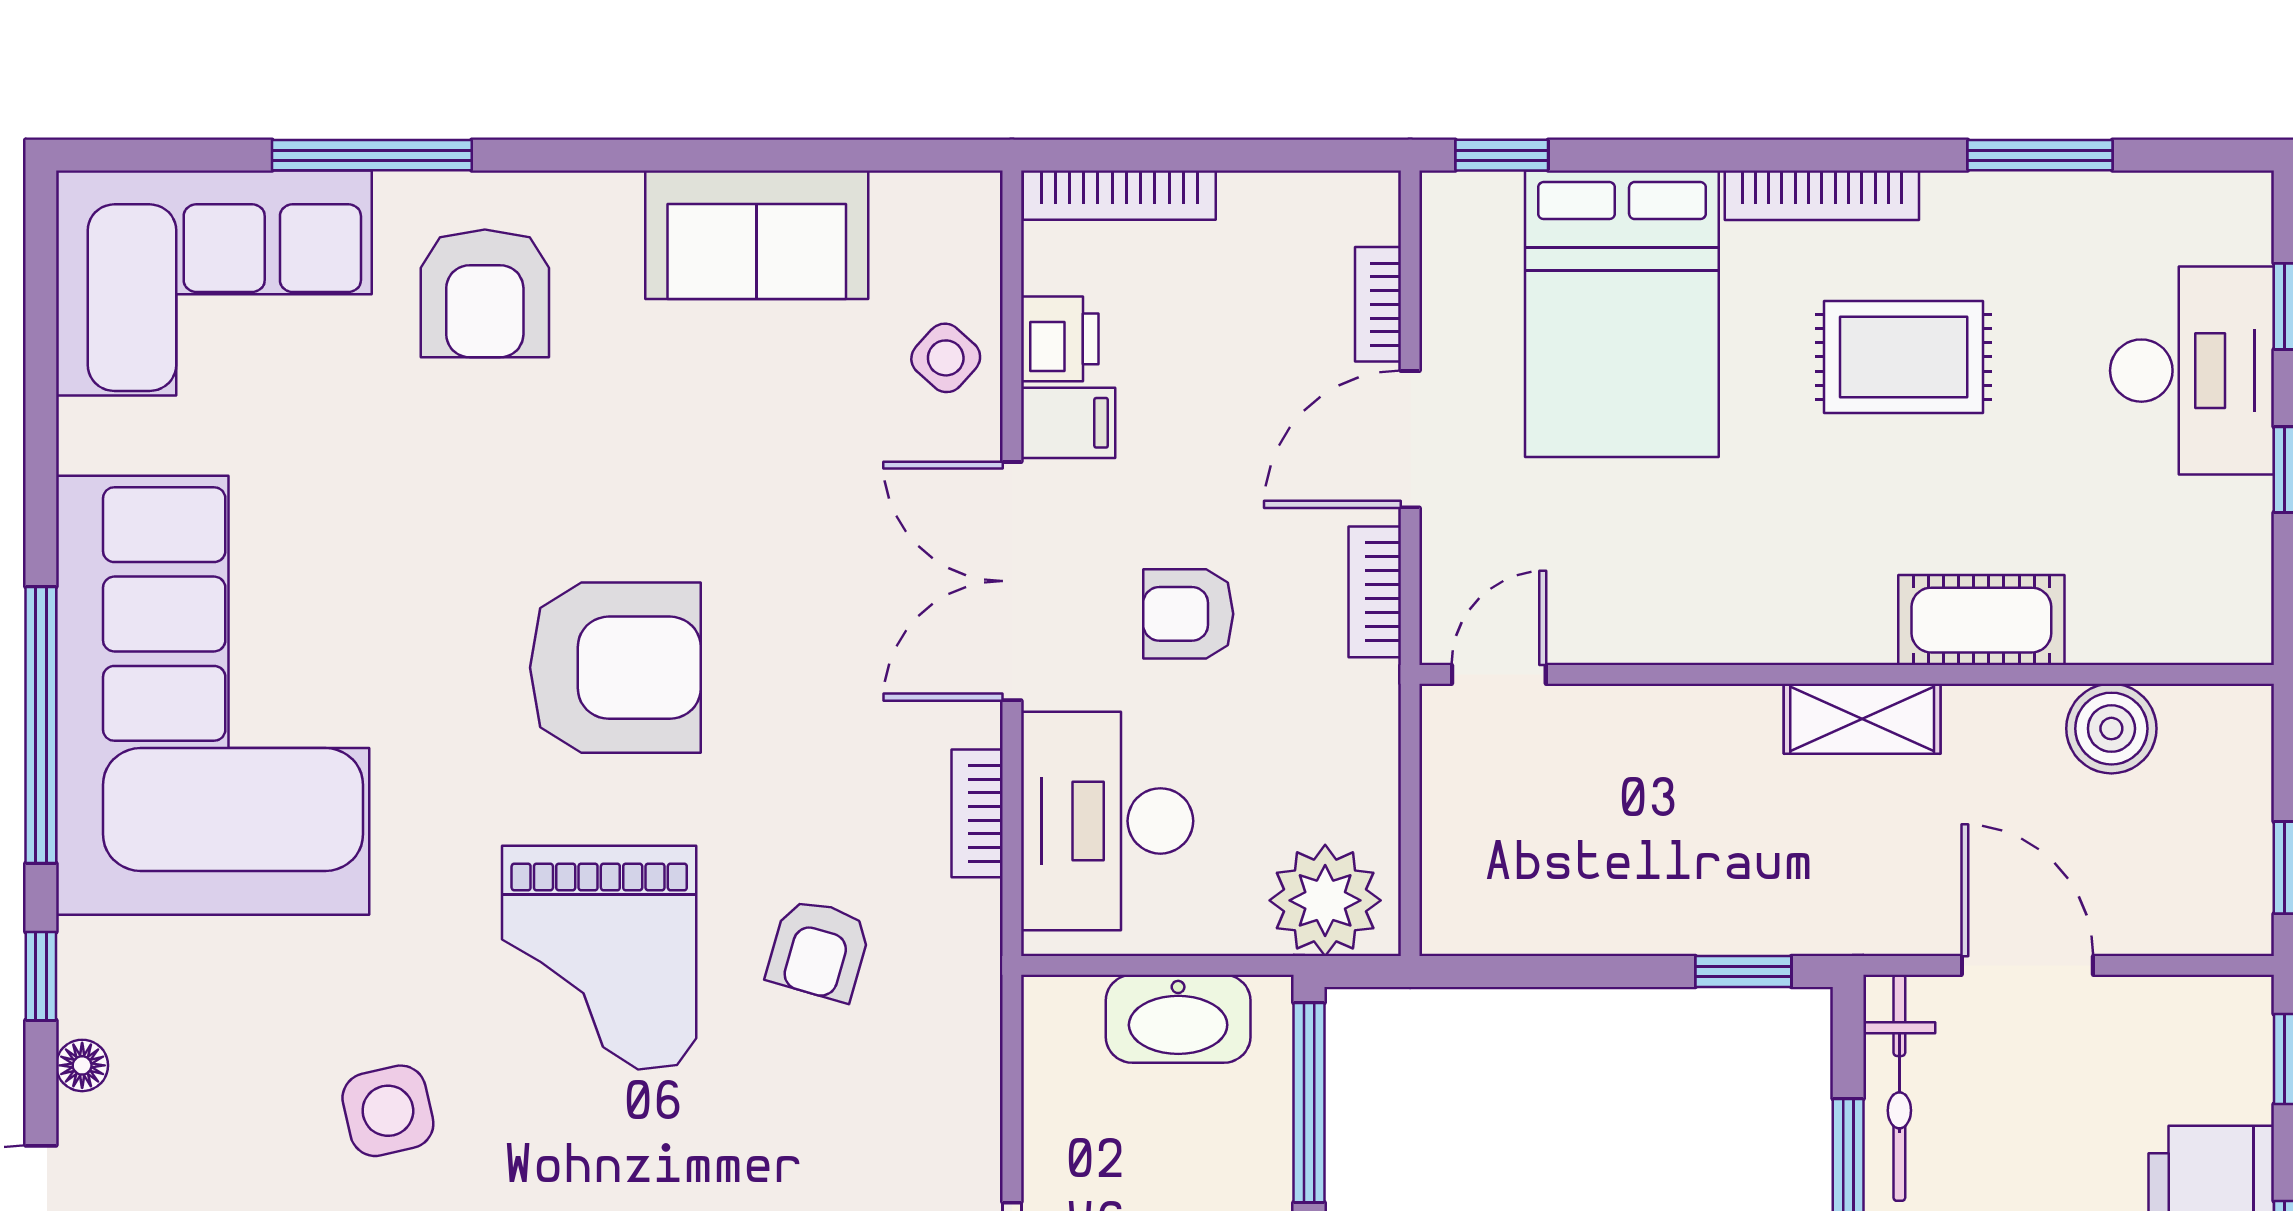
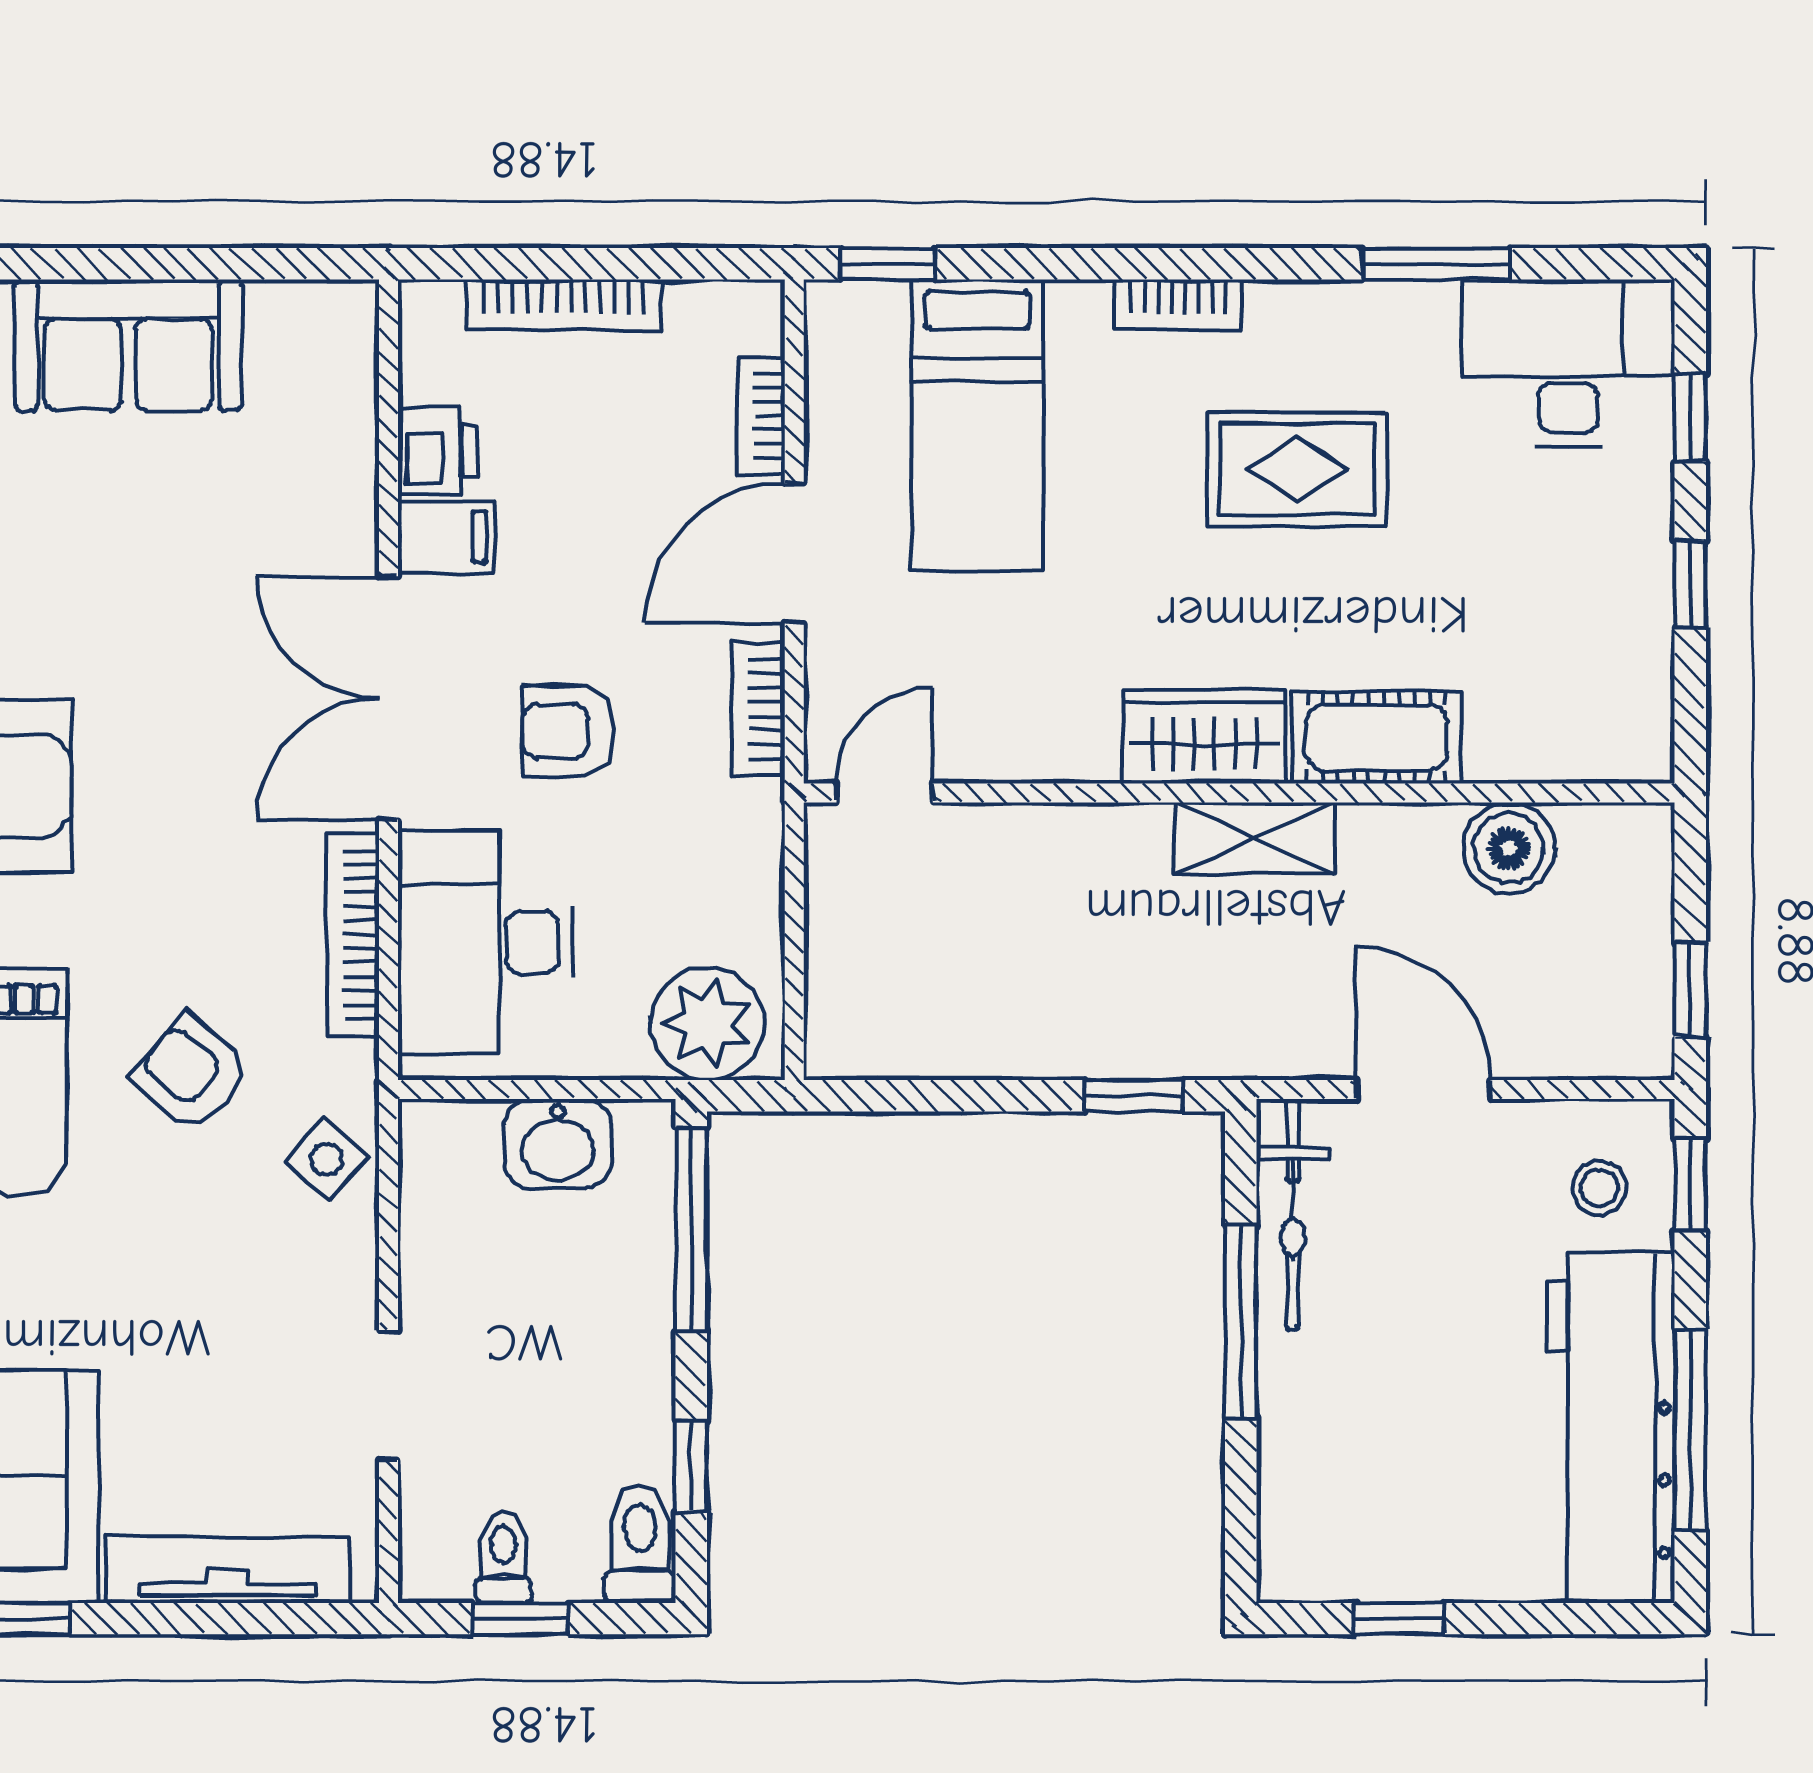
bookcase: (1119, 195) -> (564, 305), moved
bookcase: (1822, 195) -> (1178, 305), width x0.64
bed: (1622, 314) -> (977, 425), width x0.67
side table: (946, 358) -> (327, 1159), moved
desk: (2192, 371) -> (1568, 363), moved, turned -90
wardrobe: (1812, 619) -> (1204, 736), added
bookcase: (977, 813) -> (353, 935), width x1.56
armchair: (819, 950) -> (191, 1074), turned 114
washbasin: (1178, 1019) -> (558, 1144), width x0.72
stool: (2200, 1062) -> (1599, 1188), added

